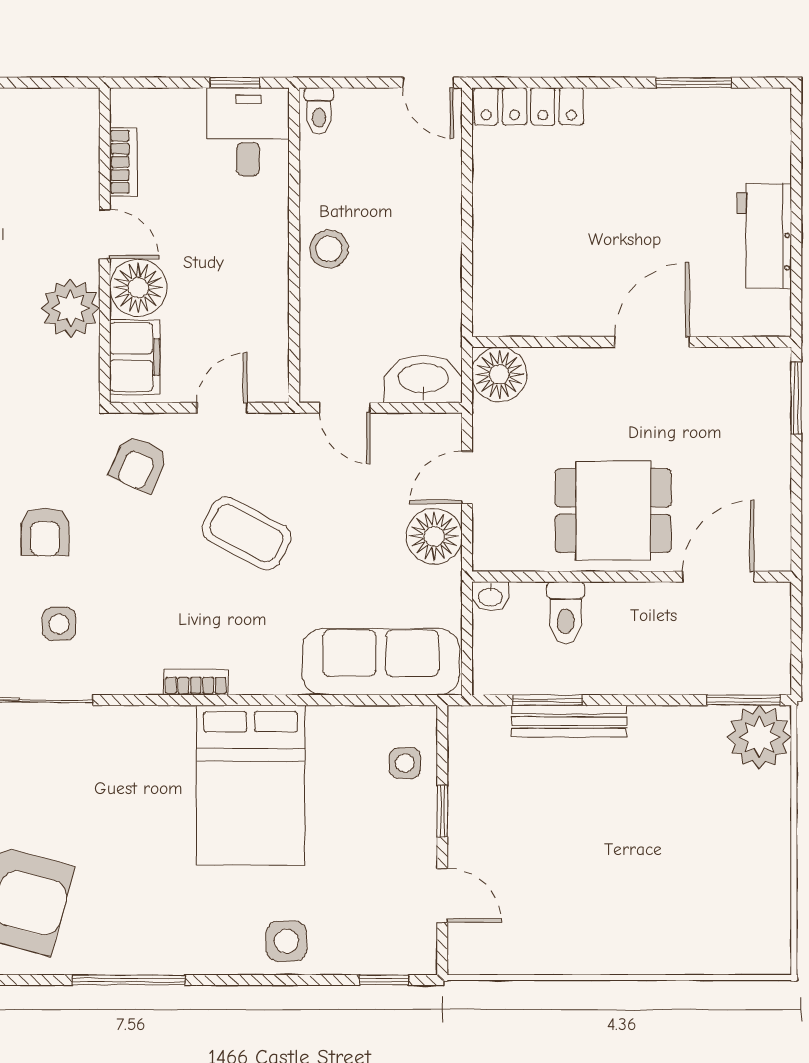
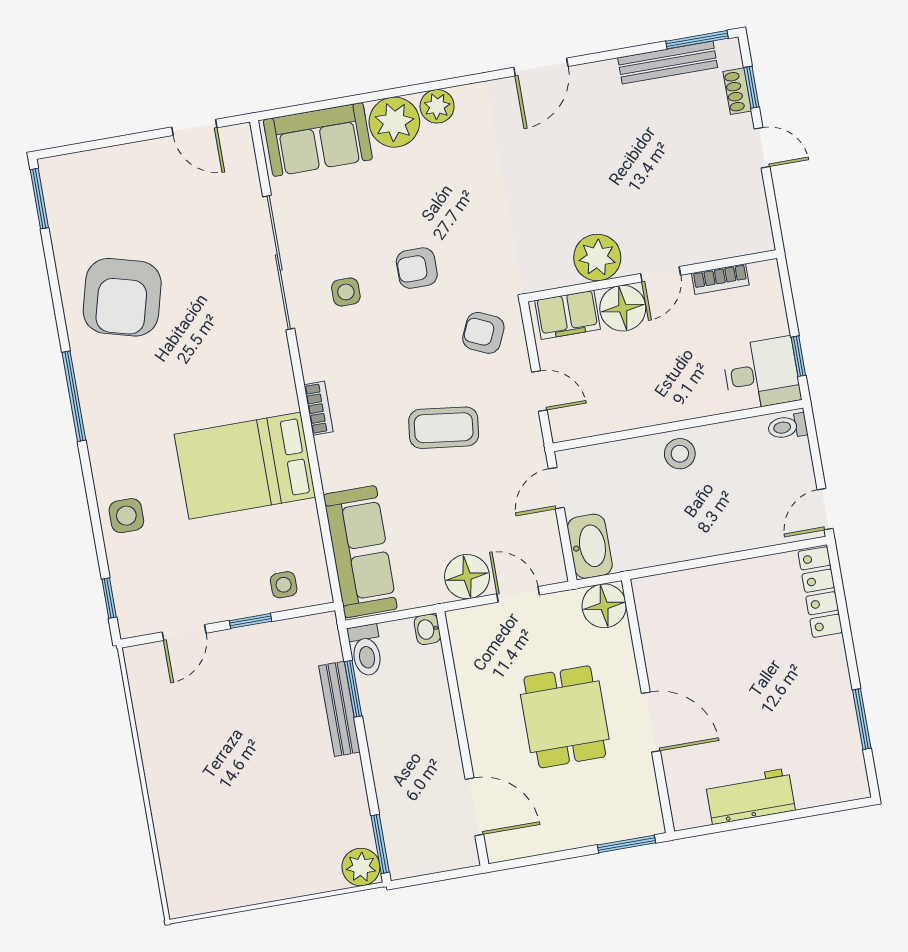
dining table: (613, 511) -> (565, 717), moved
coffee table: (247, 533) -> (444, 428), turned 69
toilet: (566, 613) -> (366, 650), moved, turned -90
plant: (759, 737) -> (361, 867), width x0.73, depth x0.73

